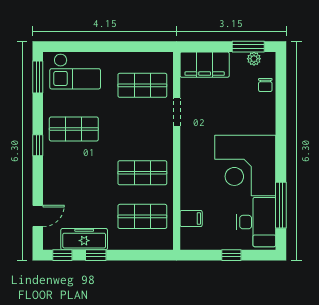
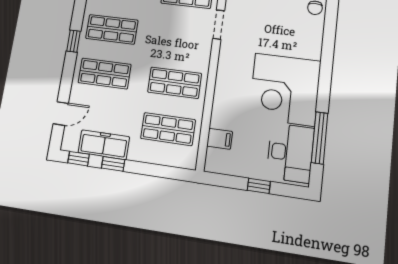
shop shelf: (74, 173) -> (105, 74), added

